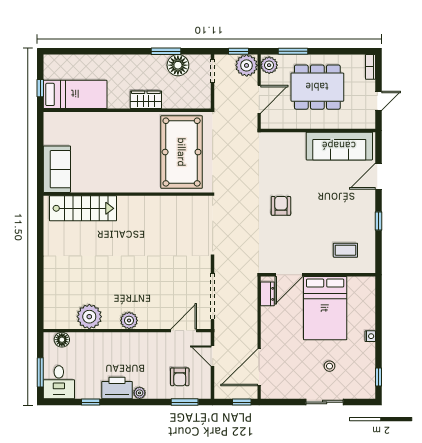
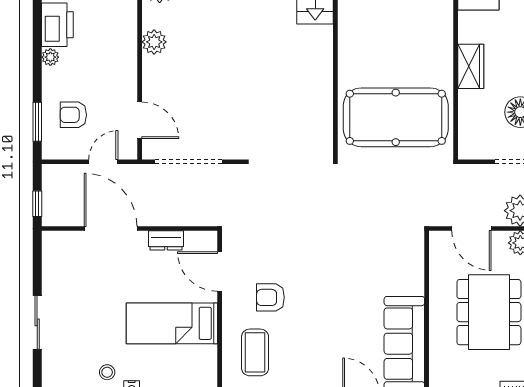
armchair: (281, 206) -> (270, 297), moved, turned 180
coffee table: (345, 250) -> (255, 352), width x1.36, depth x1.30
dresser: (267, 294) -> (166, 240), moved
bed: (325, 308) -> (172, 323), width x0.67
stool: (330, 366) -> (107, 372), moved
door: (259, 367) -> (111, 229), moved

